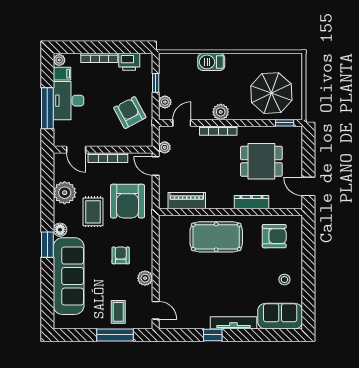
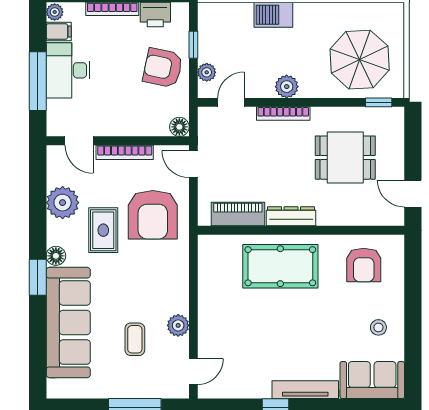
armchair: (130, 113) -> (163, 68), moved, turned -50
floor lamp: (146, 140) -> (179, 127), added
plant: (165, 147) -> (206, 138), removed
dresser: (251, 202) -> (291, 216), moved
armchair: (274, 236) -> (364, 265), turned 90
armchair: (121, 255) -> (143, 293), removed
door: (156, 310) -> (193, 372), hinge flipped
coffee table: (118, 312) -> (135, 339), moved

